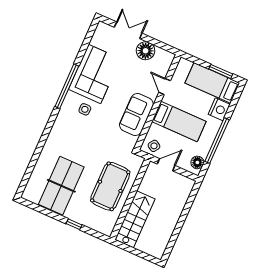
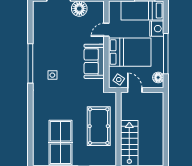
corner sofa: (94, 74) -> (48, 44), removed
door: (165, 86) -> (106, 30), hinge flipped
bed: (179, 122) -> (130, 52), width x1.50
door: (166, 165) -> (135, 90), hinge flipped

